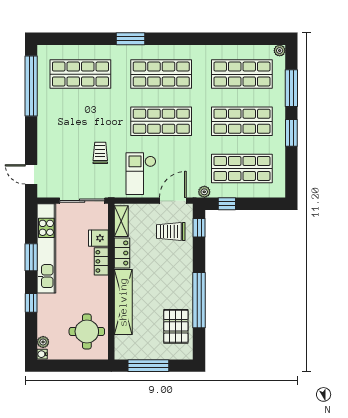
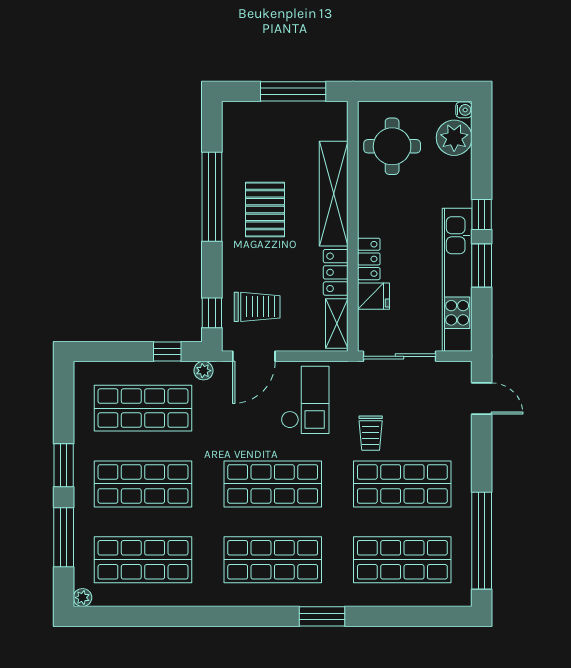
shop shelf: (80, 121) -> (402, 484), added
window: (31, 303) -> (482, 214), moved
pallet: (176, 326) -> (265, 209), moved
plant: (43, 342) -> (454, 138), width x1.88, depth x1.88

